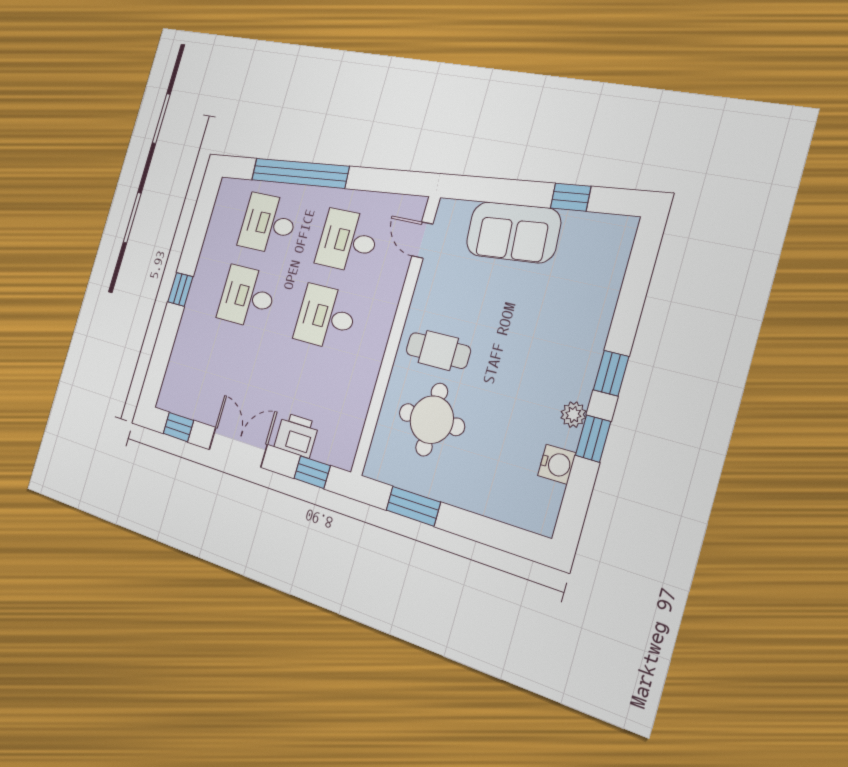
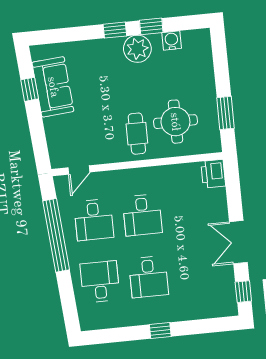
window: (300, 173) -> (56, 235), moved
desk: (268, 224) -> (100, 282), turned 180
sofa: (513, 232) -> (53, 87), moved
plant: (573, 415) -> (137, 49), width x1.87, depth x1.87
printer: (296, 435) -> (213, 174), moved
window: (312, 472) -> (233, 185), removed

